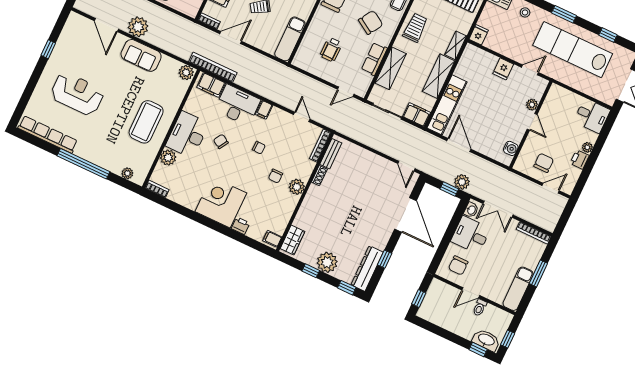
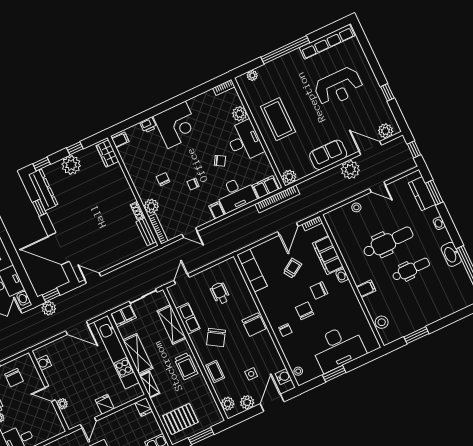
plant: (82, 24) -> (386, 131), added
kitchen unit: (447, 105) -> (116, 352), width x1.36
plant: (297, 187) -> (151, 206), moved

